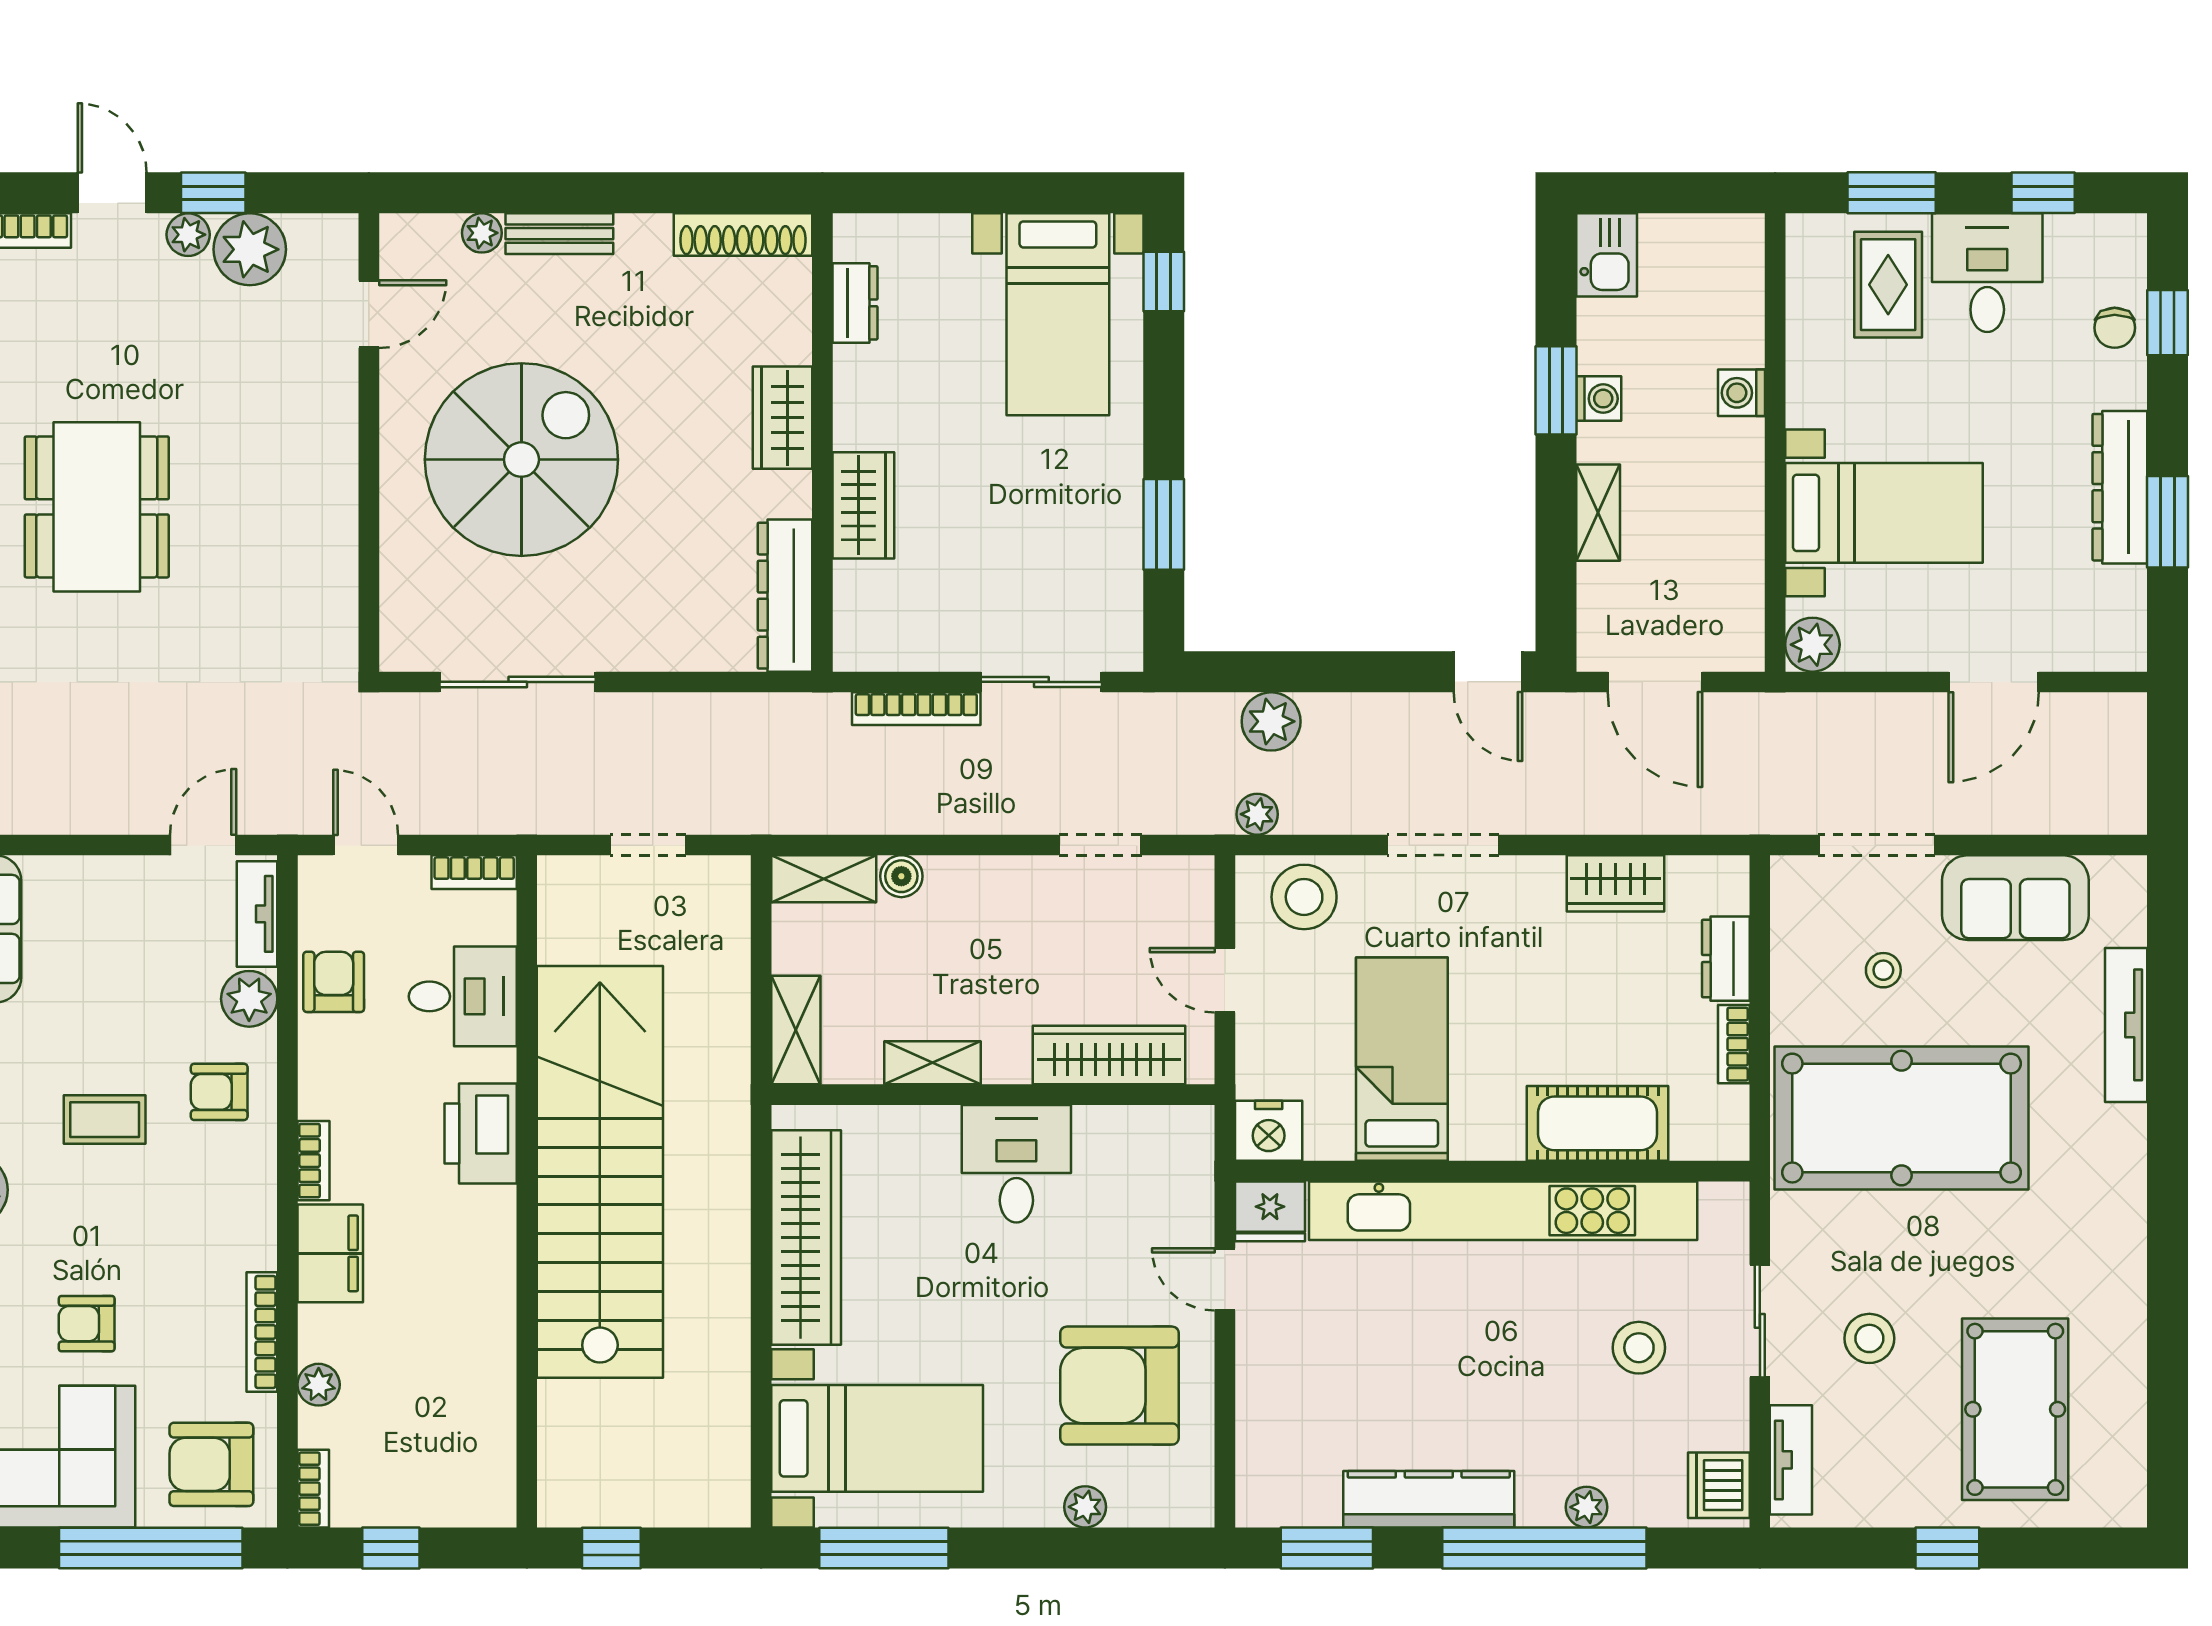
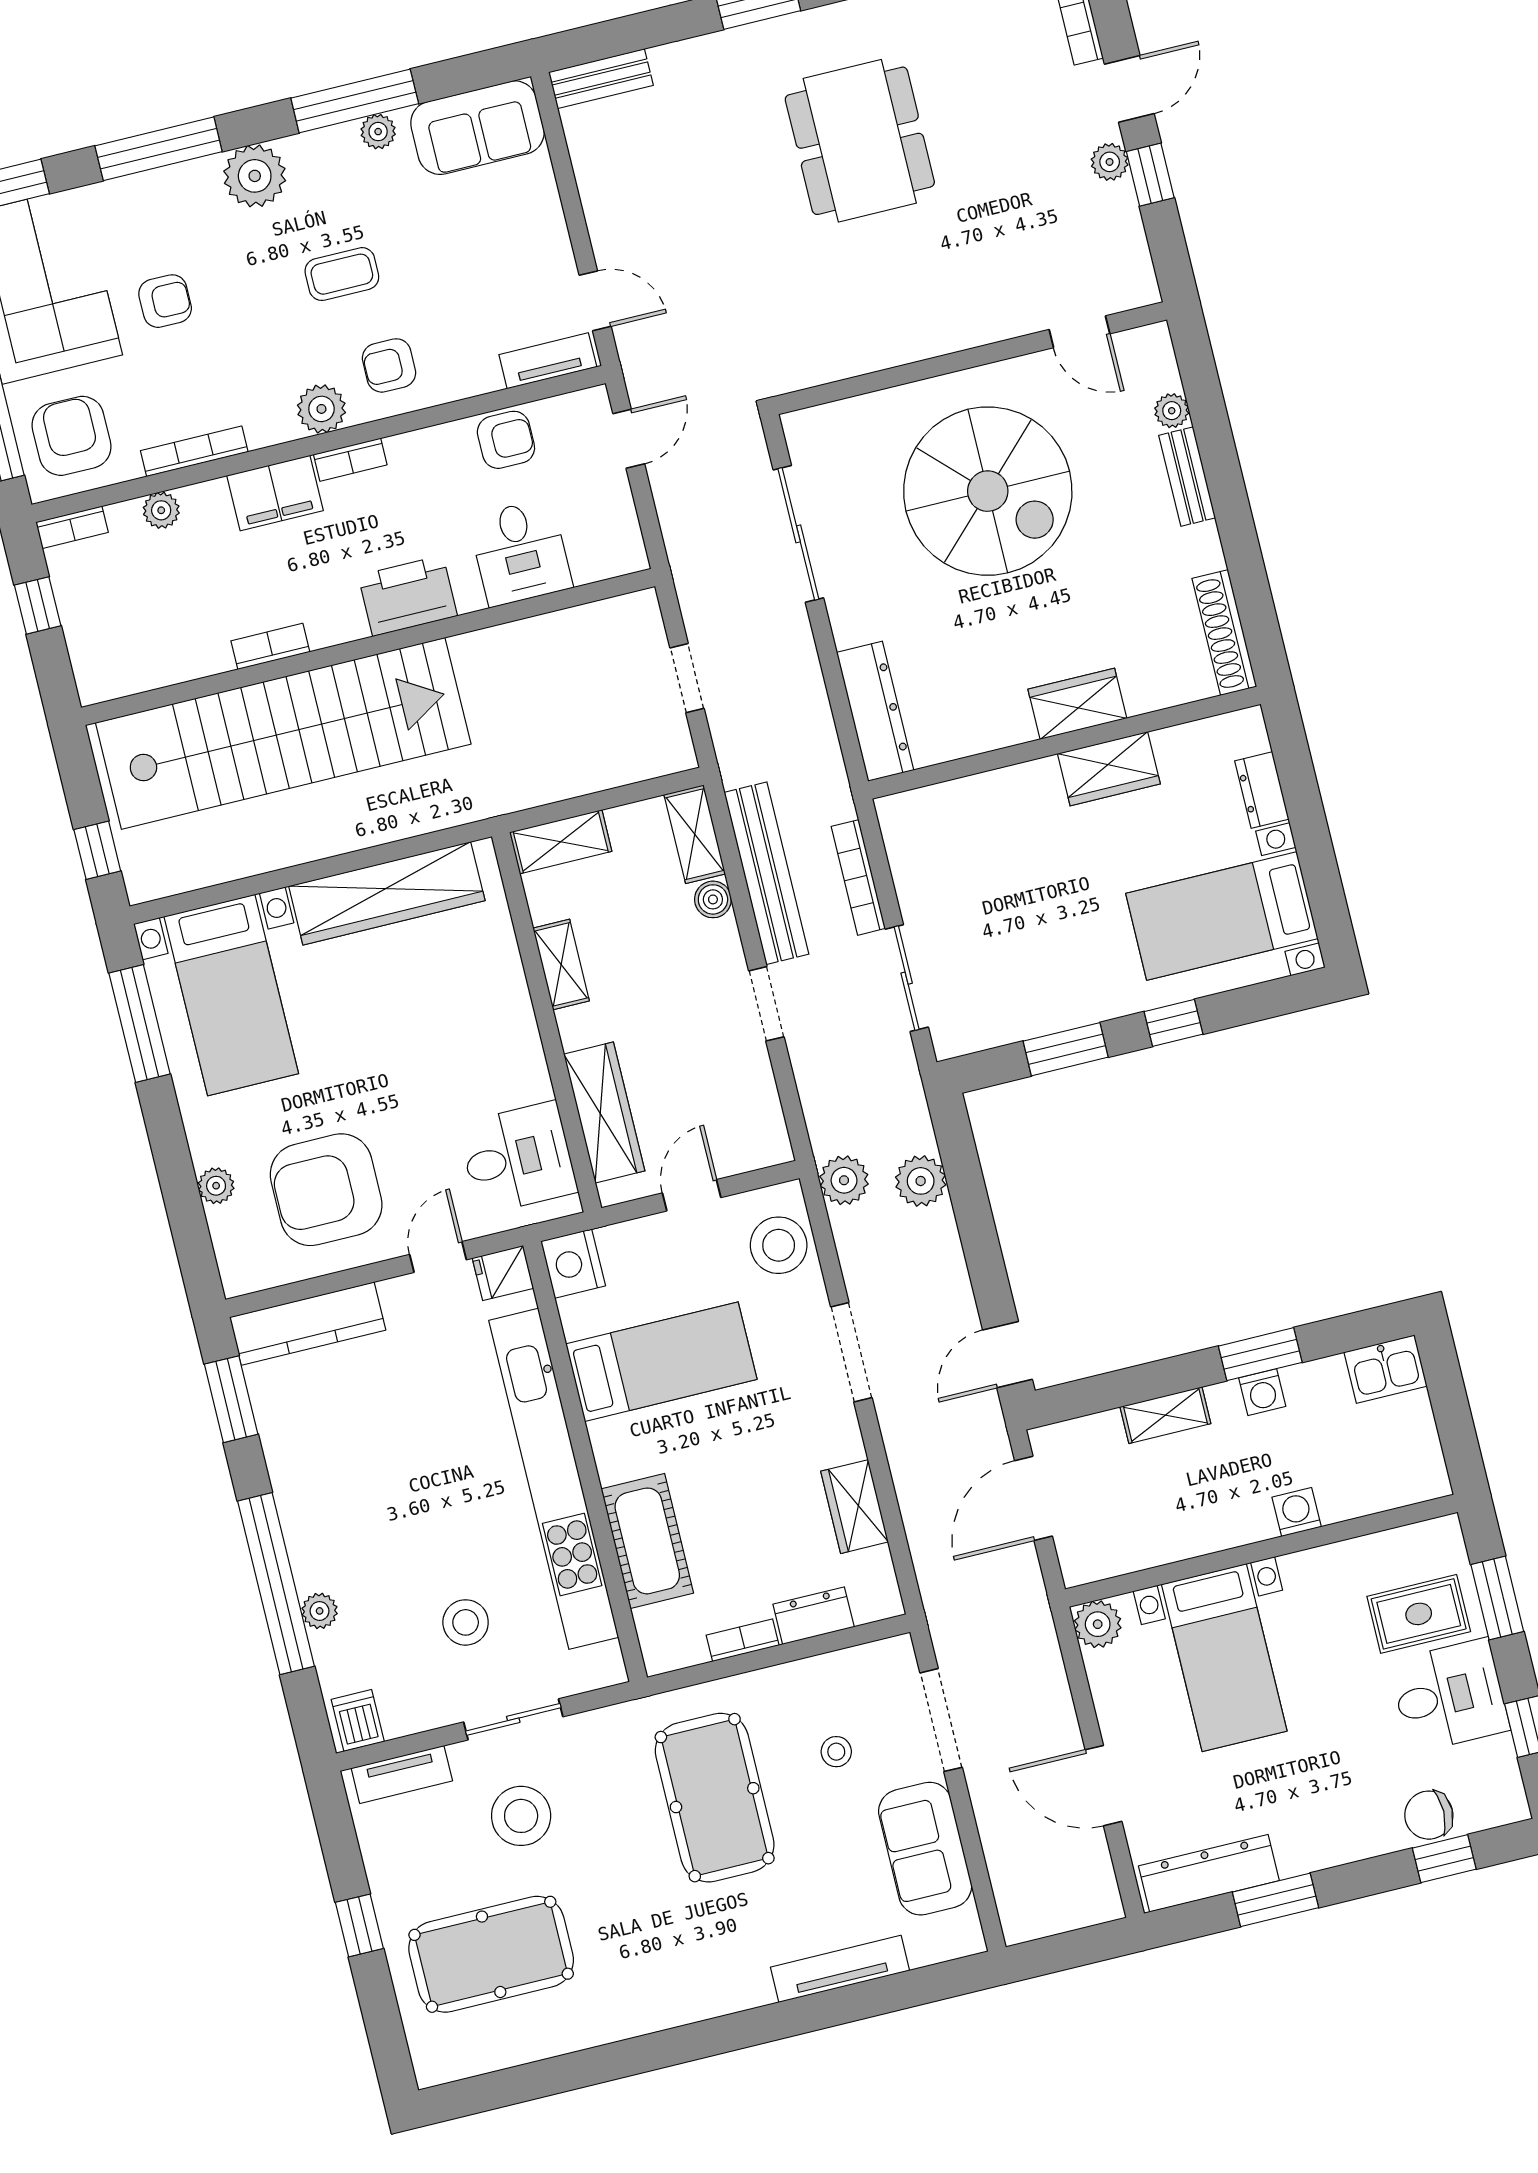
plant: (250, 249) -> (1110, 217), removed
window: (1164, 282) -> (1173, 1023), moved
dresser: (855, 303) -> (1262, 790), moved, turned 90
chair: (2115, 328) -> (1429, 1815), width x1.37, depth x1.37
dresser: (2120, 487) -> (1209, 1873), moved
wardrobe: (863, 505) -> (1109, 769), moved
dining table: (97, 507) -> (860, 141), turned 90
dresser: (785, 596) -> (875, 711), moved, turned 90
bench: (887, 810) -> (766, 873), added
plant: (1257, 814) -> (844, 1180), width x1.38, depth x1.38
doorway: (1100, 845) -> (766, 1004), moved
bookcase: (474, 872) -> (270, 646), moved, turned 90
plant: (249, 999) -> (321, 409), moved
armchair: (219, 1092) -> (389, 365), turned -90
pool table: (1901, 1118) -> (715, 1798), width x0.73, depth x0.76
coffee table: (105, 1120) -> (342, 274), turned 90
desk: (1016, 1164) -> (518, 1158), moved
stairs: (600, 1172) -> (283, 733), moved
fridge: (1270, 1211) -> (503, 1273), width x0.72
armchair: (87, 1324) -> (165, 301), turned 90
stool: (1869, 1338) -> (521, 1816), width x1.38, depth x1.38
armchair: (1119, 1386) -> (326, 1190), turned -90
dishwasher: (1719, 1485) -> (358, 1720), width x0.73
kitchen counter: (1429, 1499) -> (308, 1324), moved, turned 90
window: (611, 1548) -> (97, 850), moved

